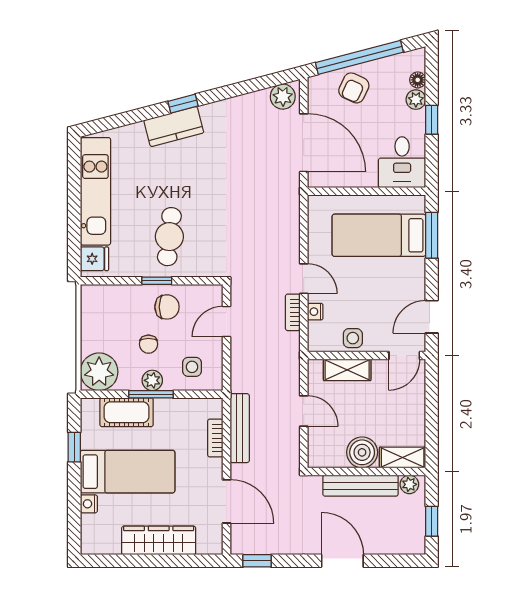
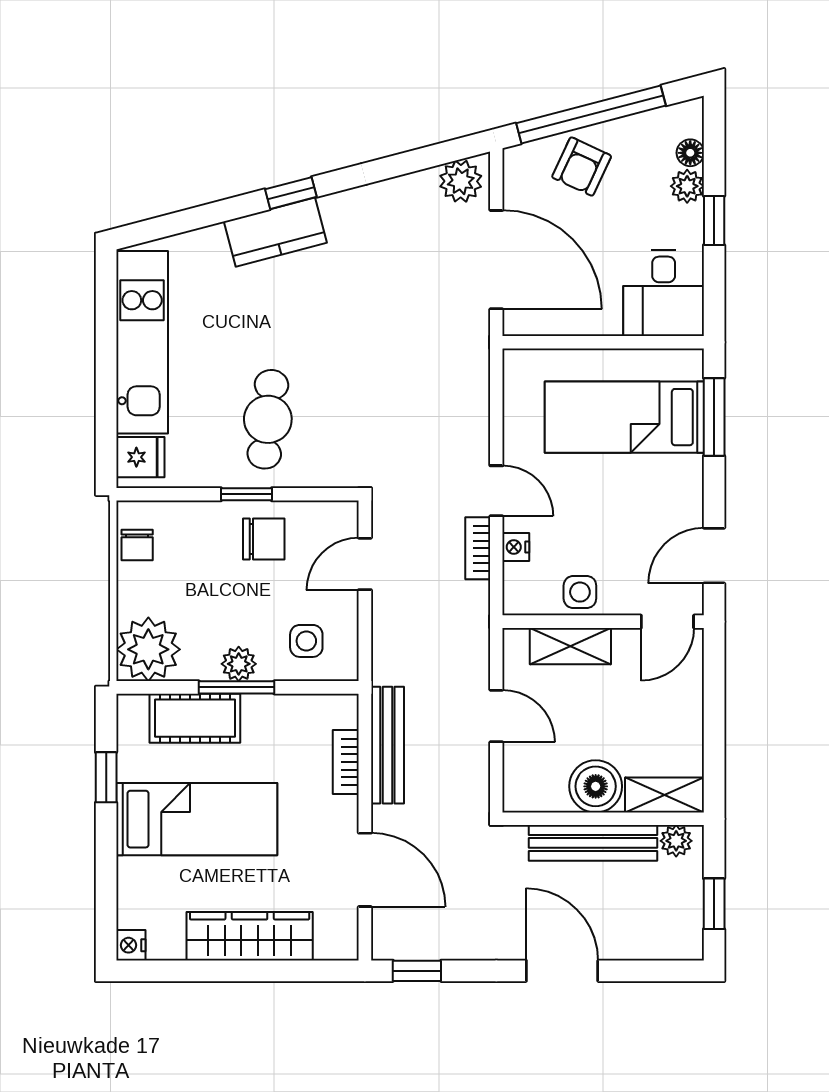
chair: (148, 344) -> (137, 545), moved
nightstand: (89, 504) -> (131, 945), moved

